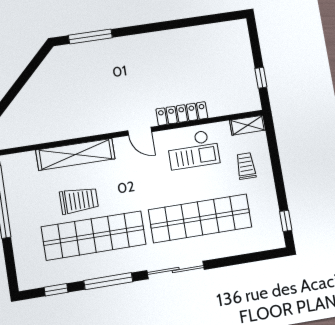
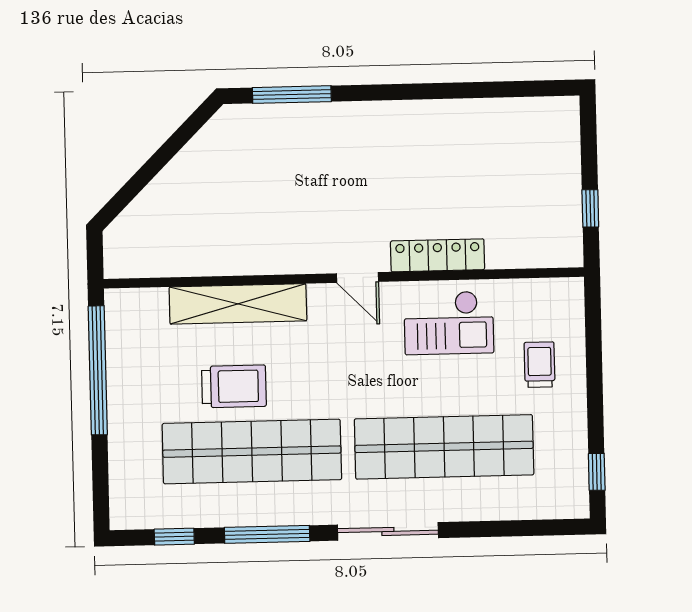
shelving: (248, 125) -> (553, 292), removed

